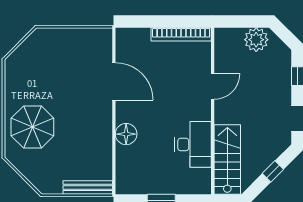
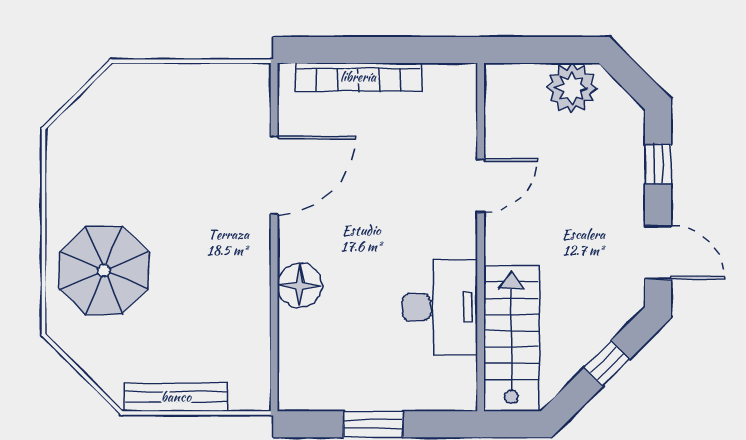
bookcase: (181, 34) -> (358, 77), moved
door: (114, 81) -> (274, 175), hinge flipped
bench: (88, 187) -> (176, 397), moved

